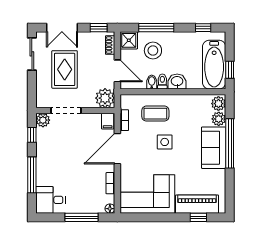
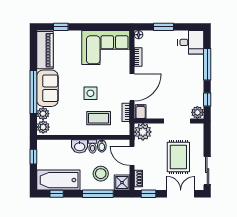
bathtub: (214, 65) -> (58, 180), moved, turned -90
piano: (197, 204) -> (45, 50), moved, turned -90
window: (82, 217) -> (164, 27), width x0.69

